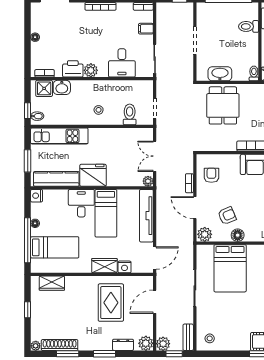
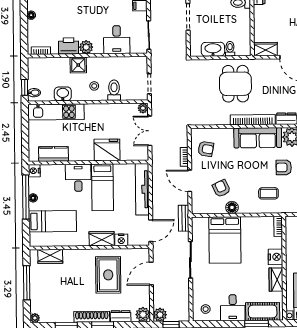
toilet: (254, 73) -> (230, 49), moved
washbasin: (62, 87) -> (63, 94), moved, turned 180
shower: (44, 88) -> (78, 65), moved
dining table: (223, 105) -> (235, 84), moved
toilet: (130, 114) -> (114, 90), moved
window: (28, 161) -> (25, 137), removed
fridge: (93, 175) -> (107, 150), moved
armchair: (211, 175) -> (206, 149), turned 100
kitchen counter: (56, 179) -> (53, 154), width x0.67
plant: (148, 181) -> (143, 108), moved
armchair: (227, 216) -> (221, 188), turned -92
plant: (205, 234) -> (200, 207), removed
window: (28, 240) -> (26, 197), moved
window: (28, 310) -> (27, 283), width x2.17
bench: (188, 337) -> (184, 218), moved
desk: (237, 337) -> (233, 308), added
shoe rack: (60, 345) -> (92, 317), moved

